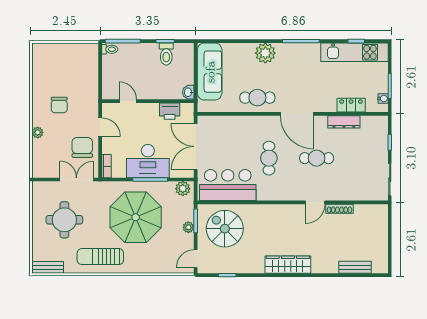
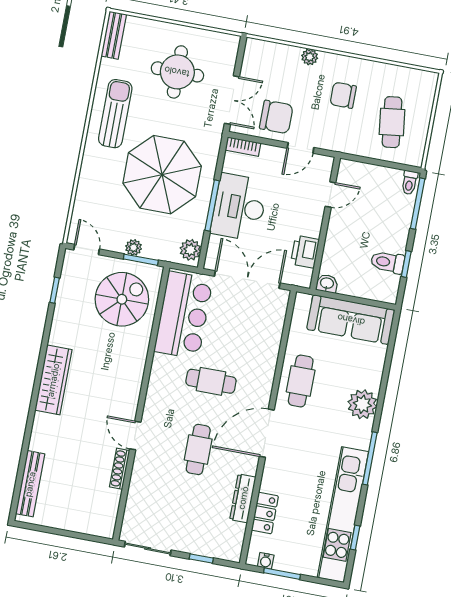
kitchen unit: (355, 52) -> (343, 515), width x1.36
cafe table: (71, 69) -> (392, 122), added
bench: (355, 267) -> (30, 484), width x1.36

